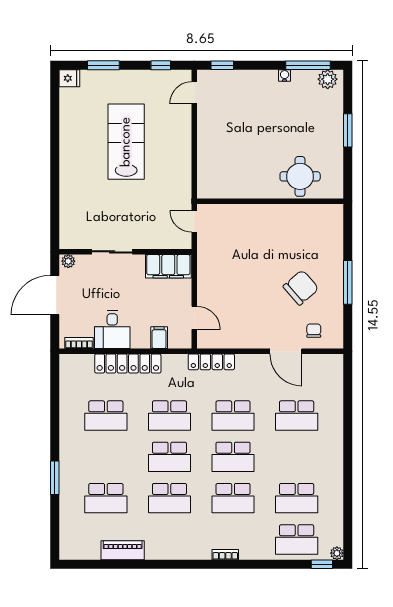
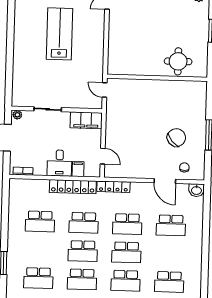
desk: (112, 330) -> (60, 163), moved
locker: (128, 363) -> (73, 187), moved
washbasin: (332, 363) -> (197, 190), added

